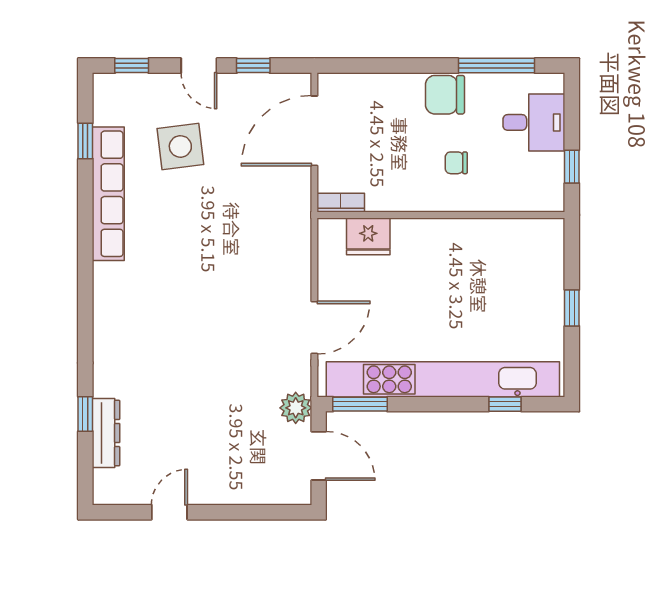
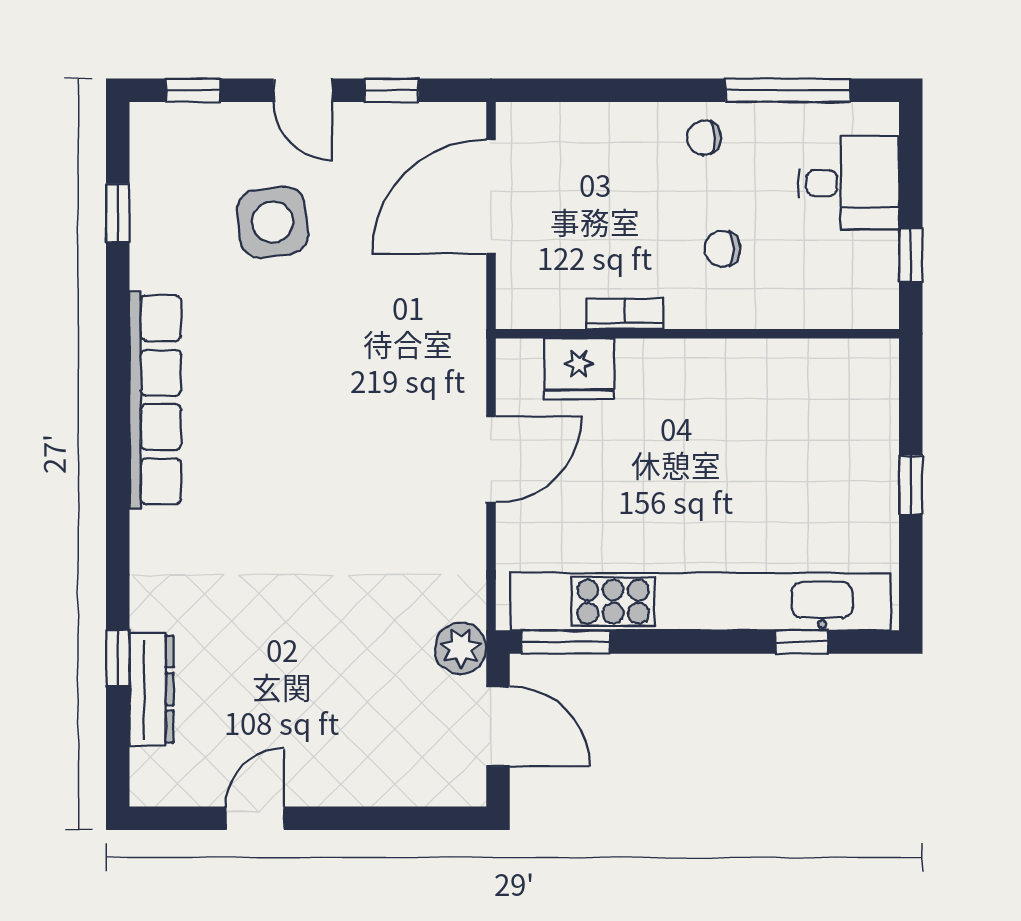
chair: (445, 95) -> (704, 138), width x0.54, depth x0.54
row of seats: (108, 194) -> (155, 400), moved
bookcase: (341, 203) -> (625, 314), moved
door: (314, 328) -> (491, 459), moved

